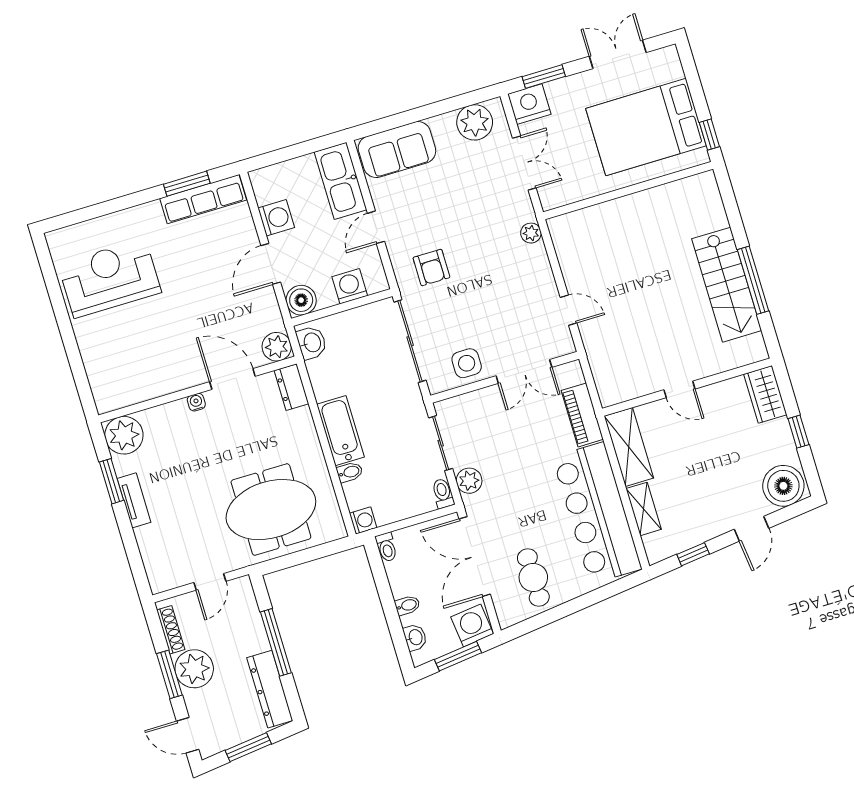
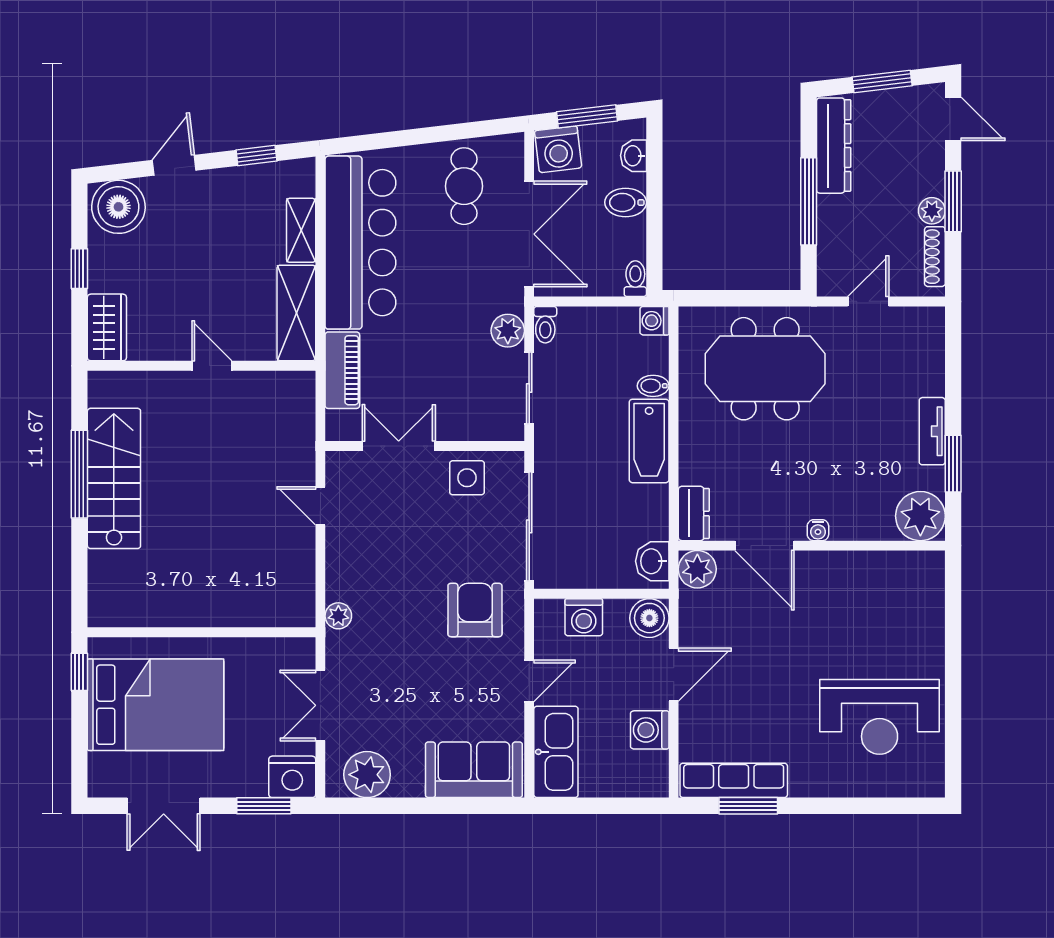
armchair: (431, 267) -> (475, 610), width x1.38, depth x1.38
bidet: (407, 605) -> (626, 202), width x1.38, depth x1.36
plant: (194, 669) -> (932, 211), width x0.53, depth x0.53

